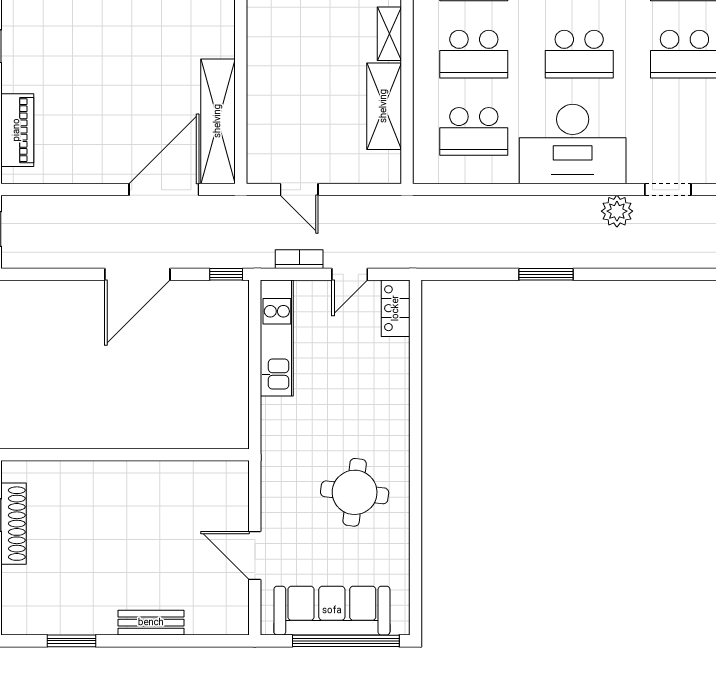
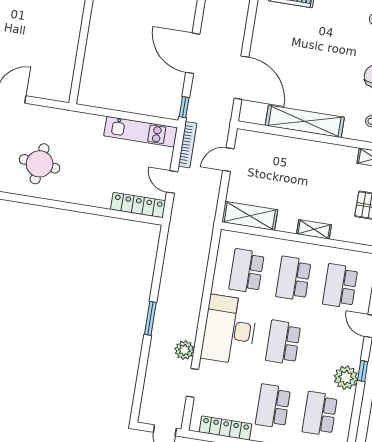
shelving: (384, 106) -> (250, 216), moved
shelving: (218, 121) -> (305, 121), moved
bookcase: (299, 259) -> (188, 145), width x1.56
window: (546, 274) -> (150, 318), moved
locker: (396, 308) -> (138, 205), width x1.53

